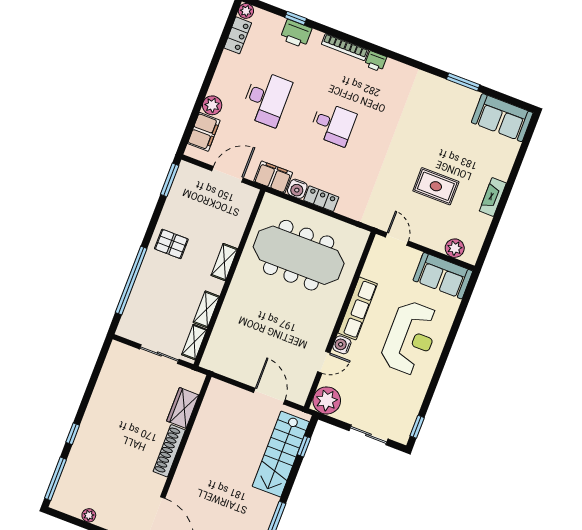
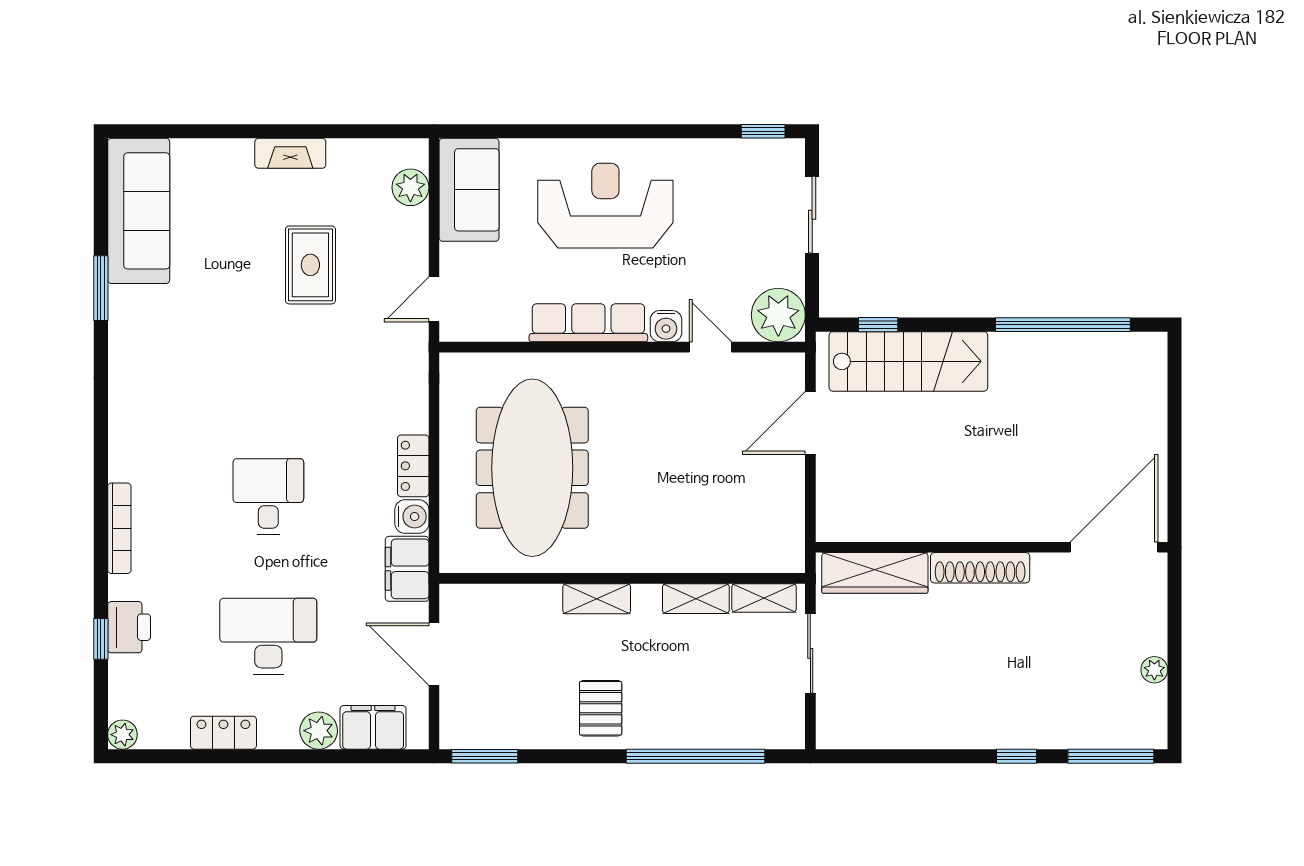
locker: (238, 35) -> (223, 733), moved
printer: (376, 61) -> (124, 462), removed
sofa: (502, 118) -> (139, 211), width x1.36
wardrobe: (183, 408) -> (875, 573), width x1.50

